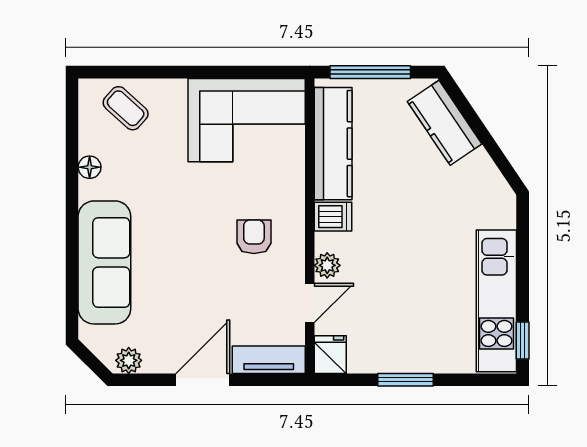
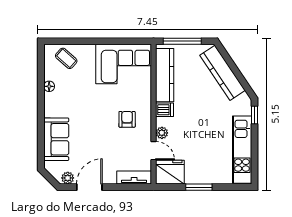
kitchen counter: (445, 123) -> (222, 73), width x1.50
sofa: (104, 262) -> (56, 139), width x0.73
door: (310, 303) -> (154, 151), hinge flipped
window: (523, 341) -> (254, 115), moved
fridge: (330, 355) -> (170, 172), width x1.88, depth x1.34
door: (203, 380) -> (89, 187), moved

